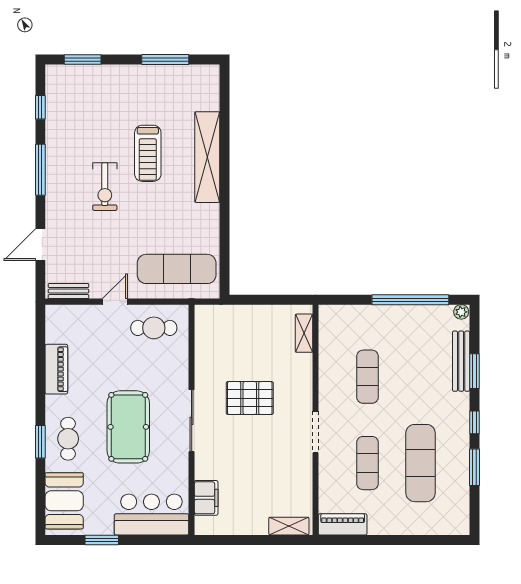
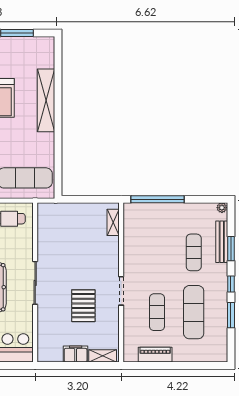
window: (410, 300) -> (157, 199), moved
exercise mat: (367, 377) -> (194, 252), moved
pallet: (250, 398) -> (83, 306), moved, turned 90
filing cabinet: (206, 498) -> (76, 354), moved, turned -90
piano: (343, 524) -> (155, 355), moved

